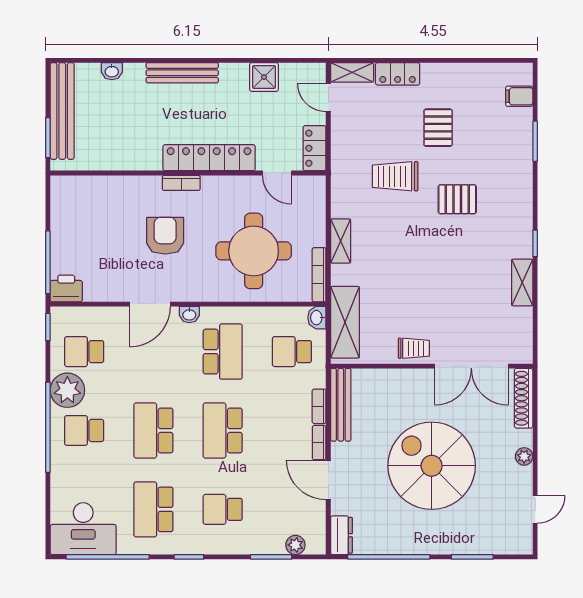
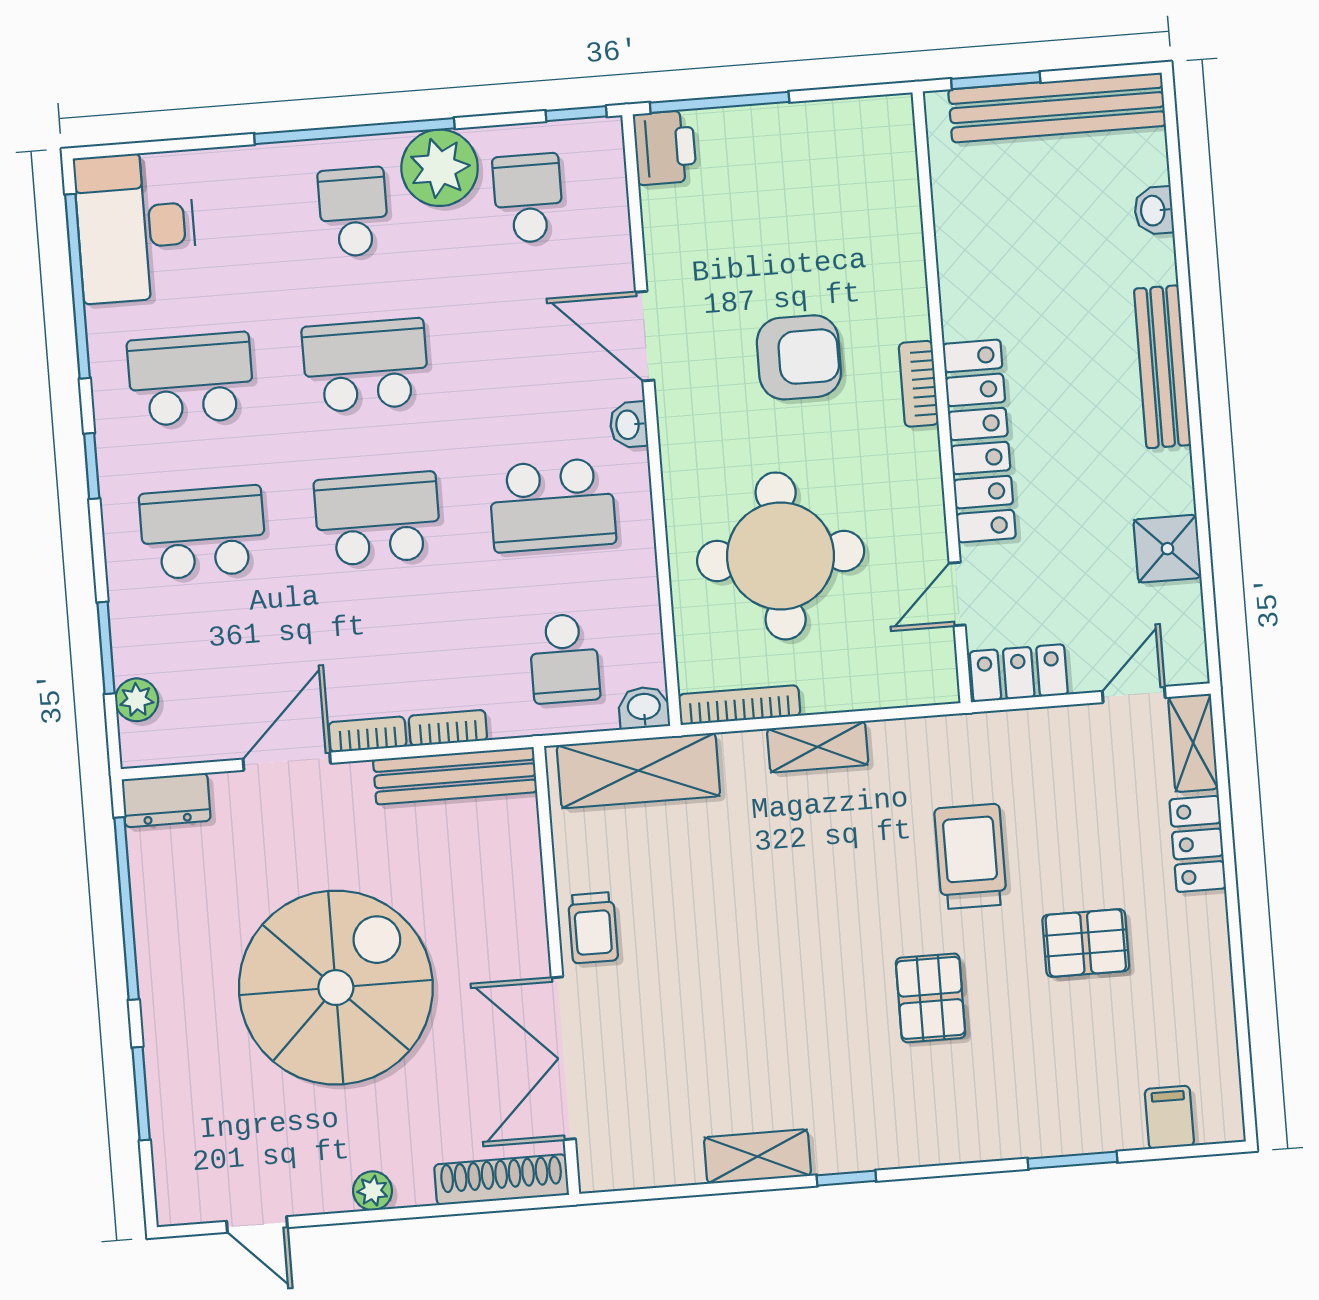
school desk: (292, 352) -> (564, 658), turned 180
school desk: (223, 509) -> (203, 533), width x1.85

